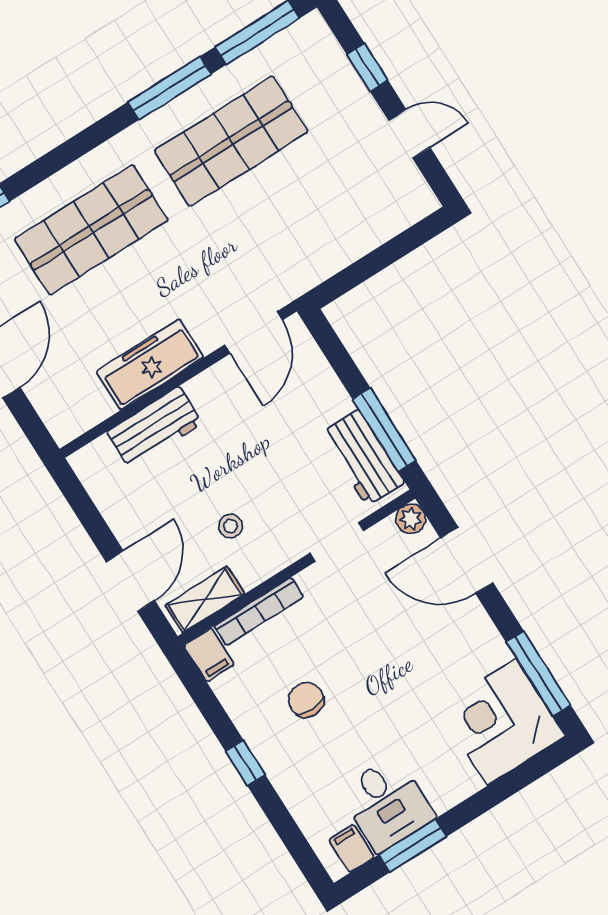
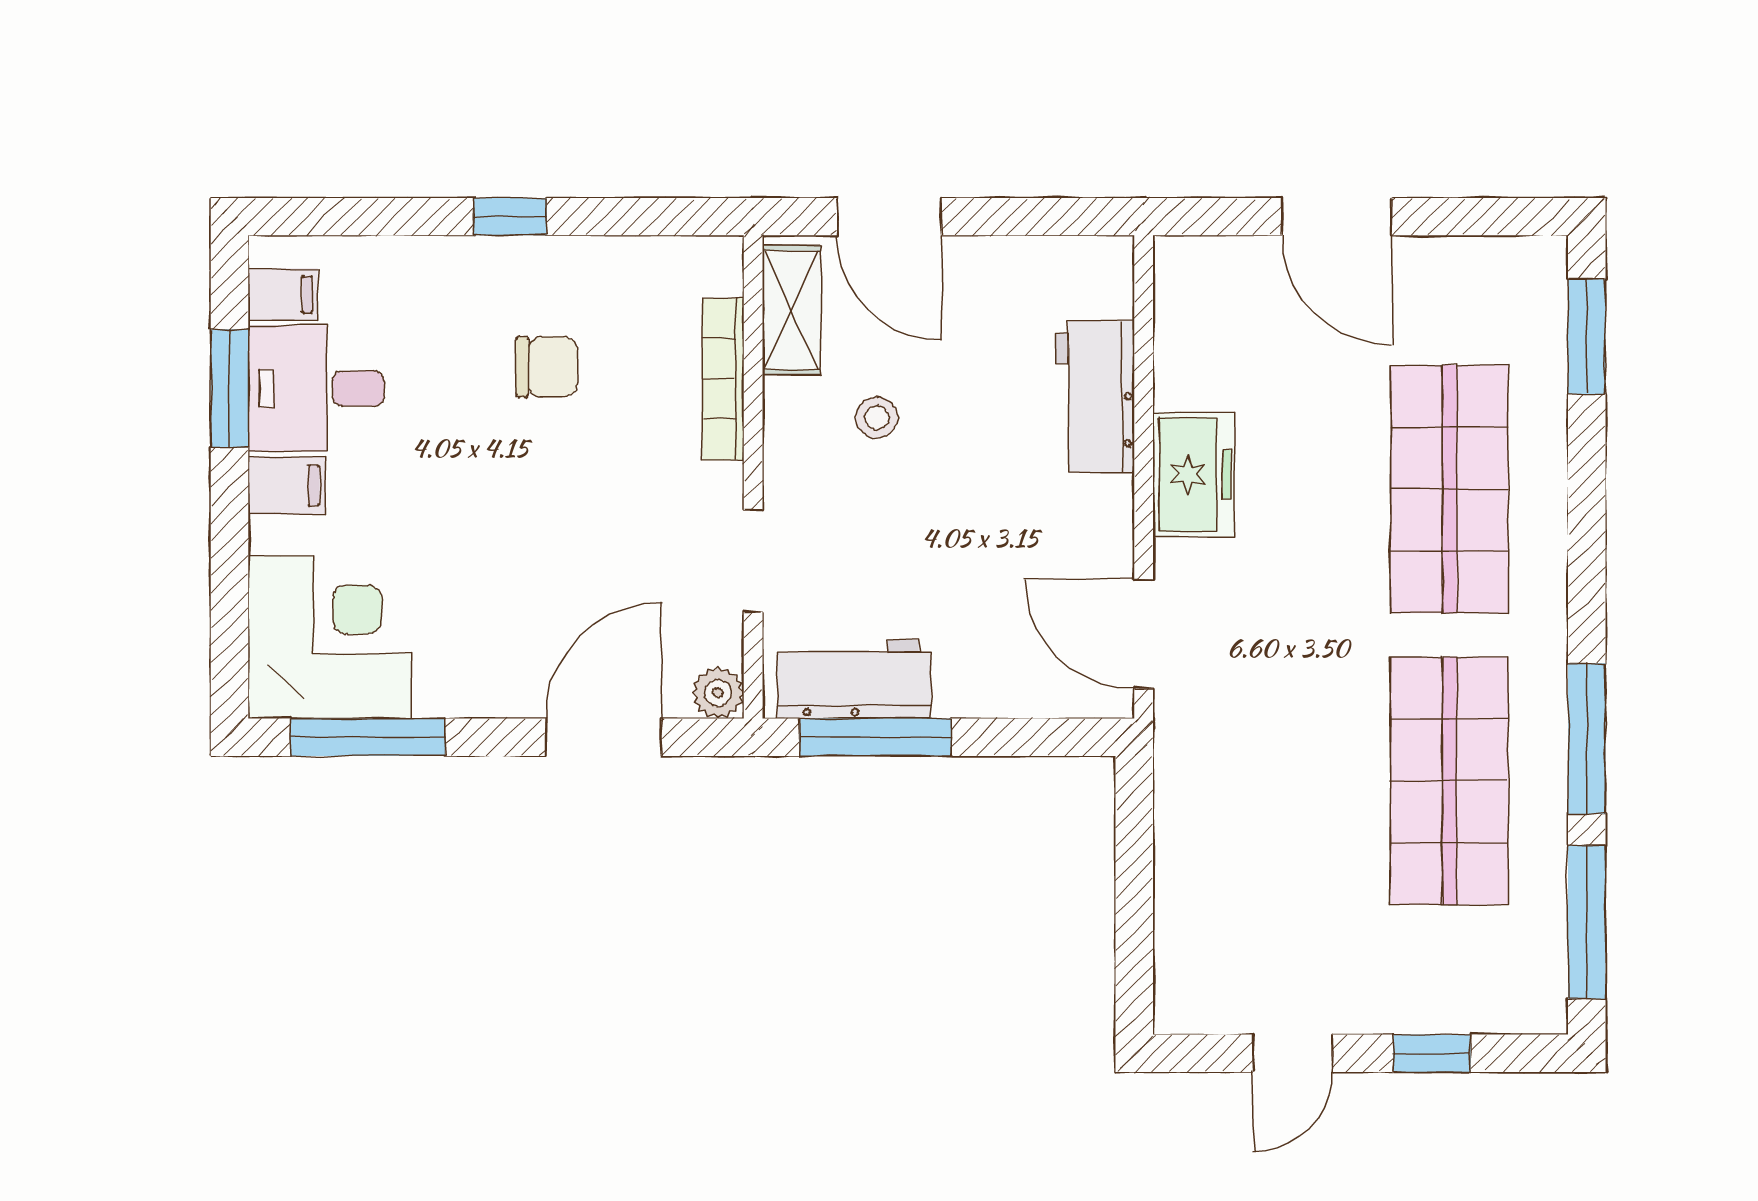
freezer: (150, 365) -> (1193, 475), width x0.71
filing cabinet: (209, 655) -> (287, 485), moved, turned 180

